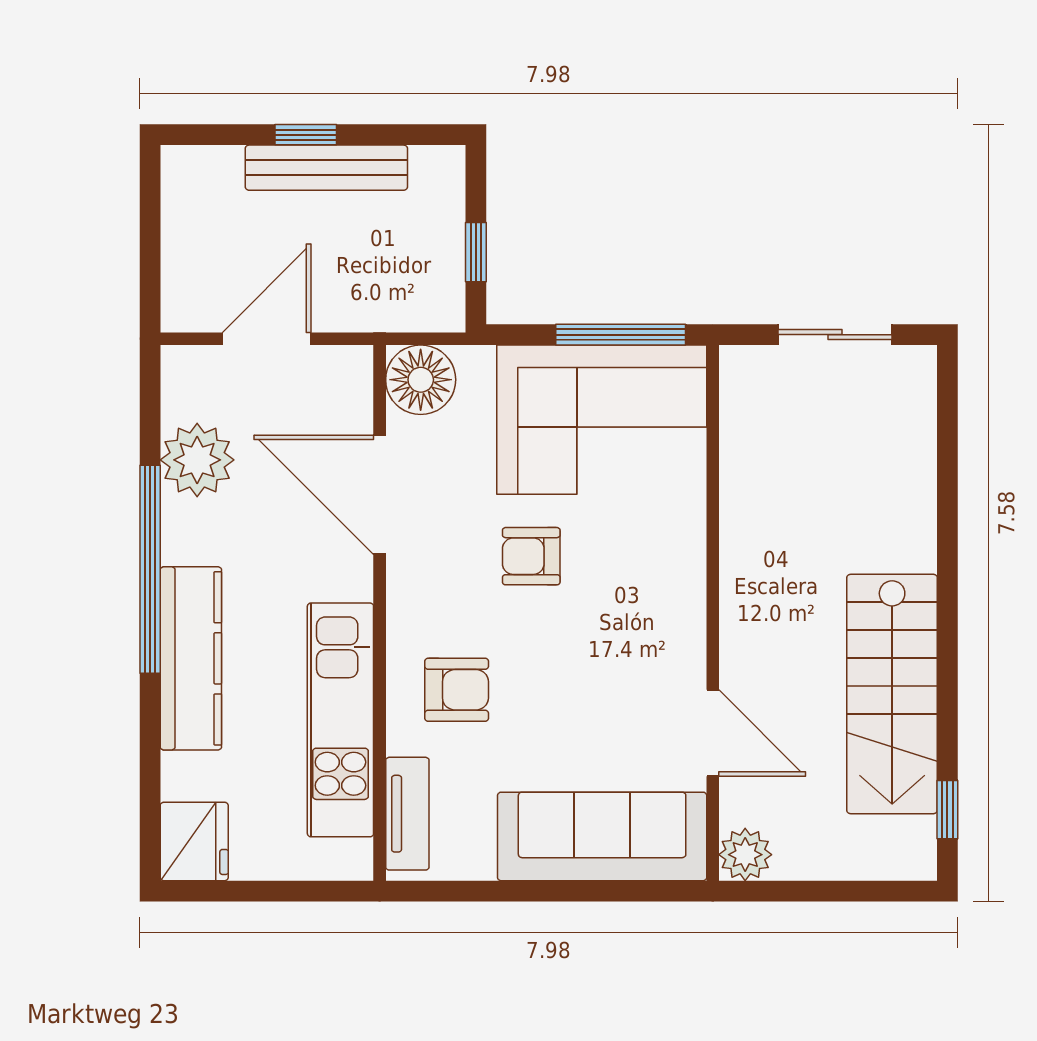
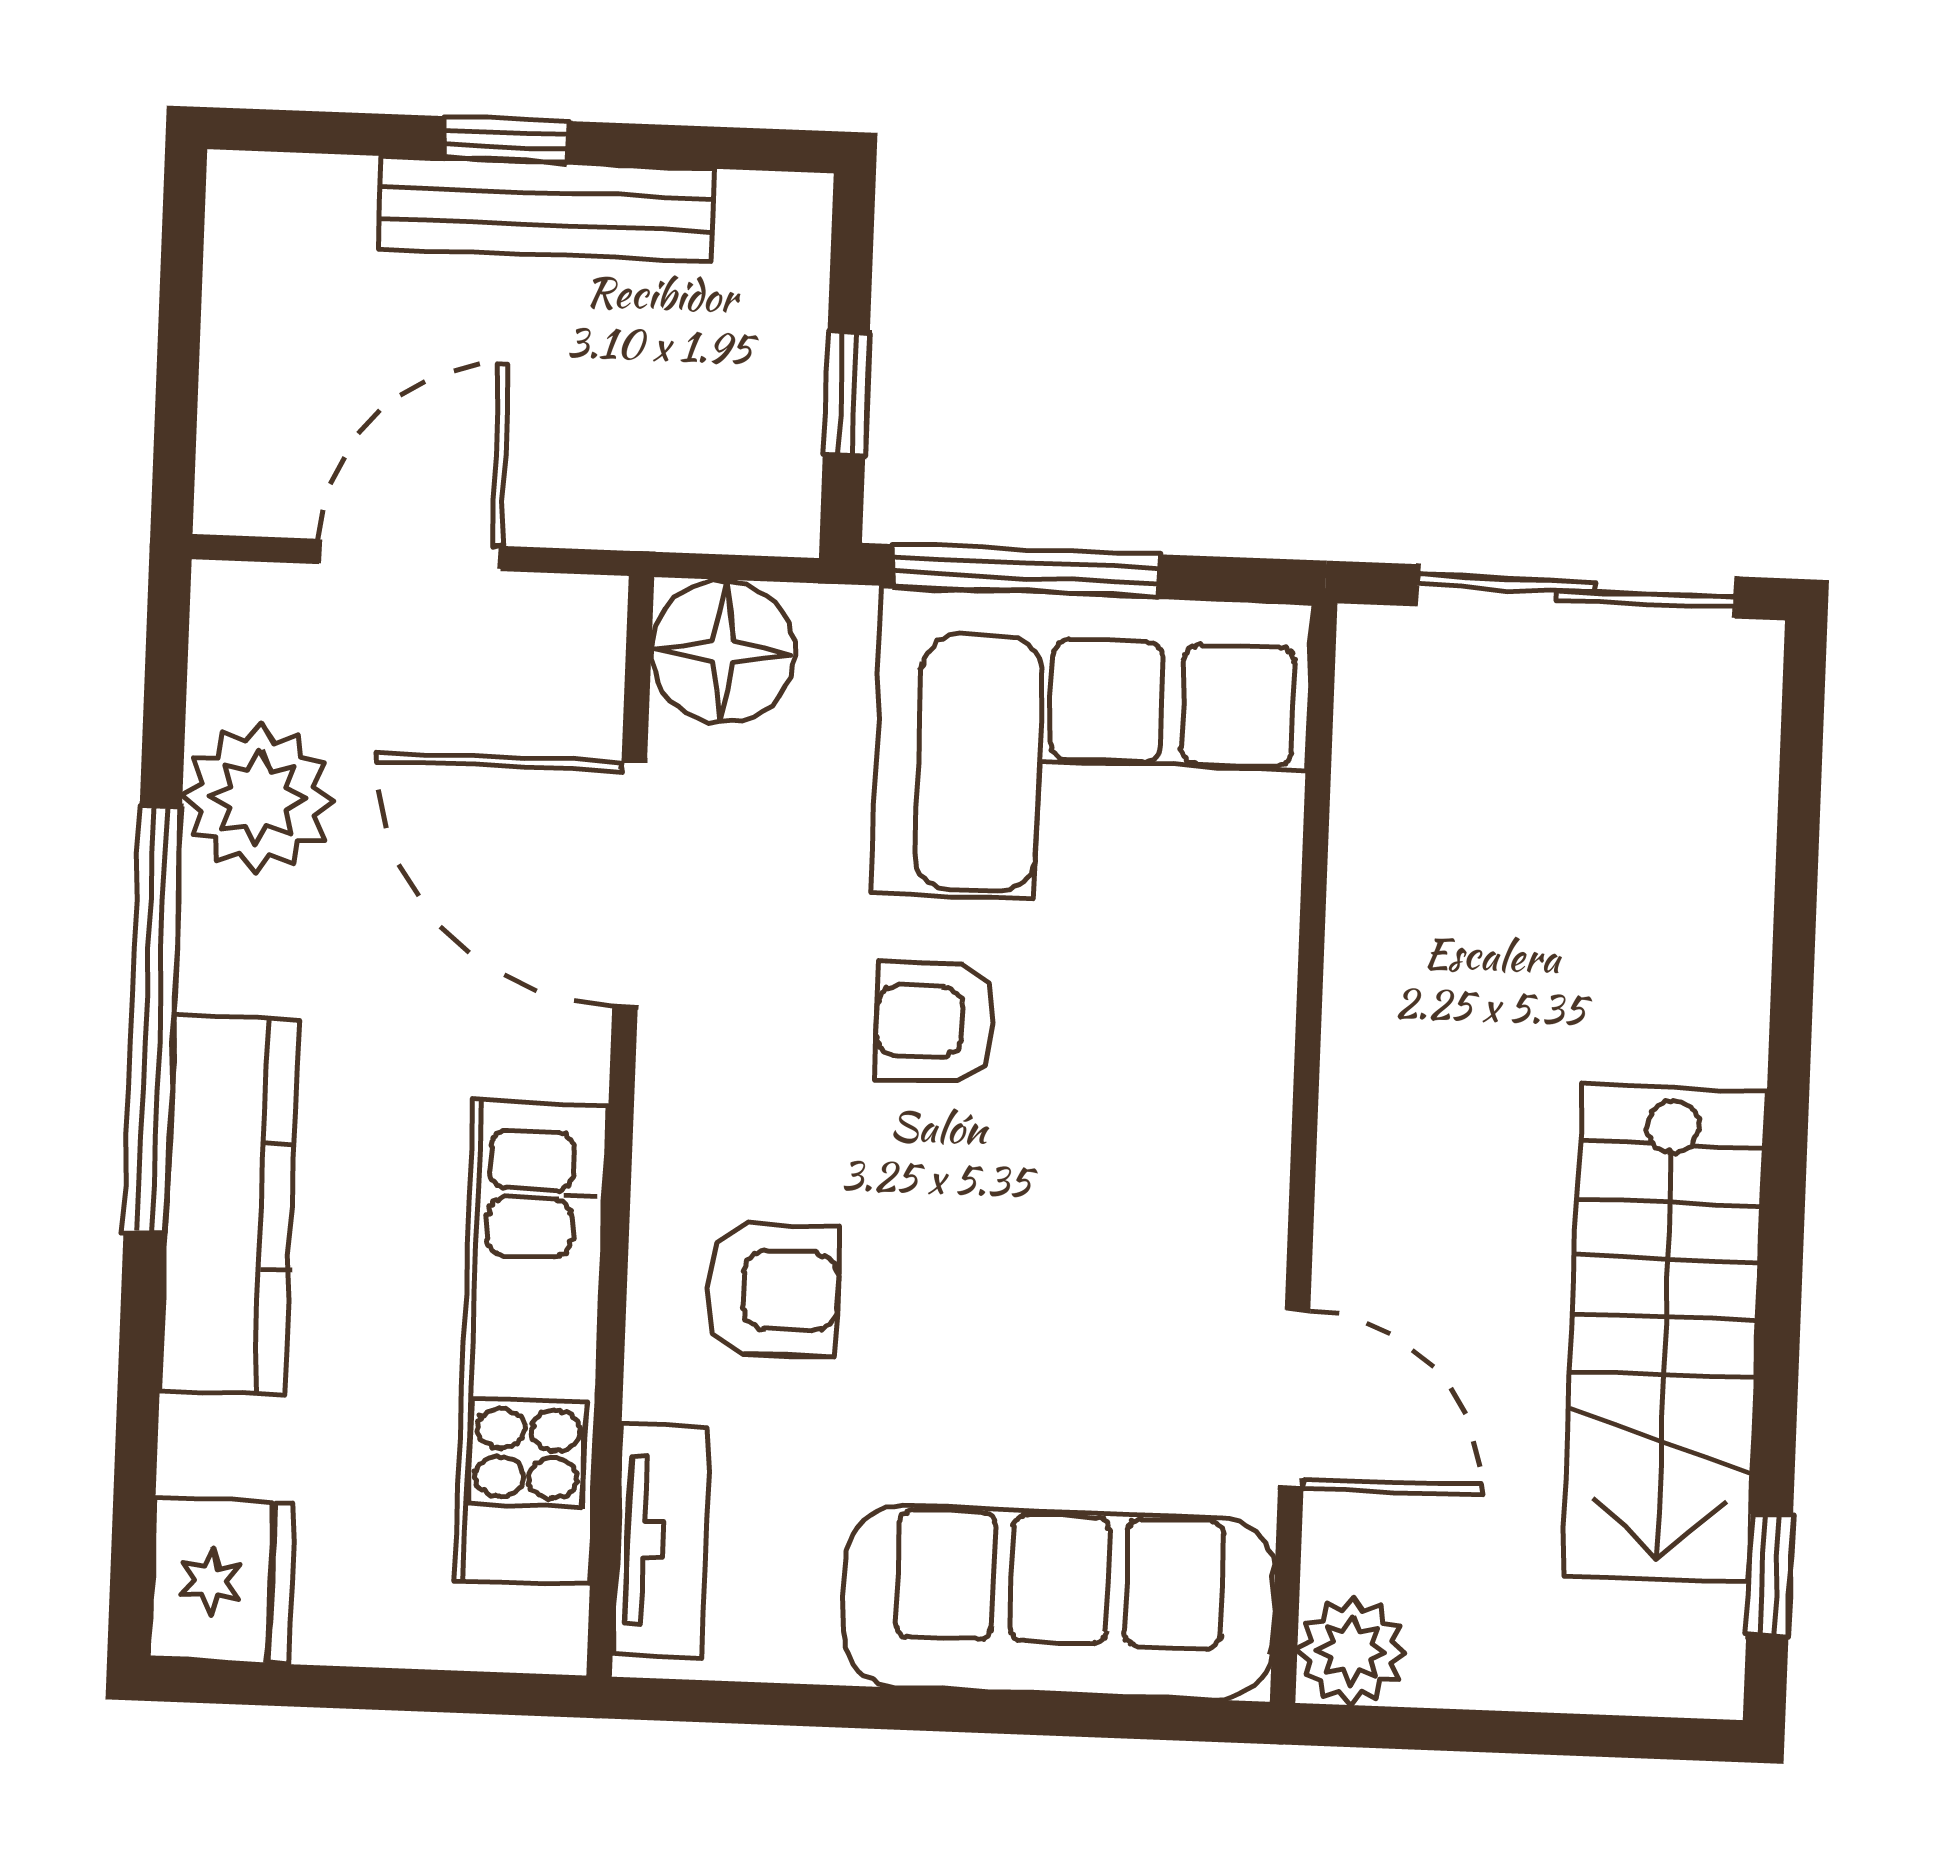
window: (621, 335) -> (1026, 570), moved
sliding door: (835, 335) -> (1576, 591), width x1.37

